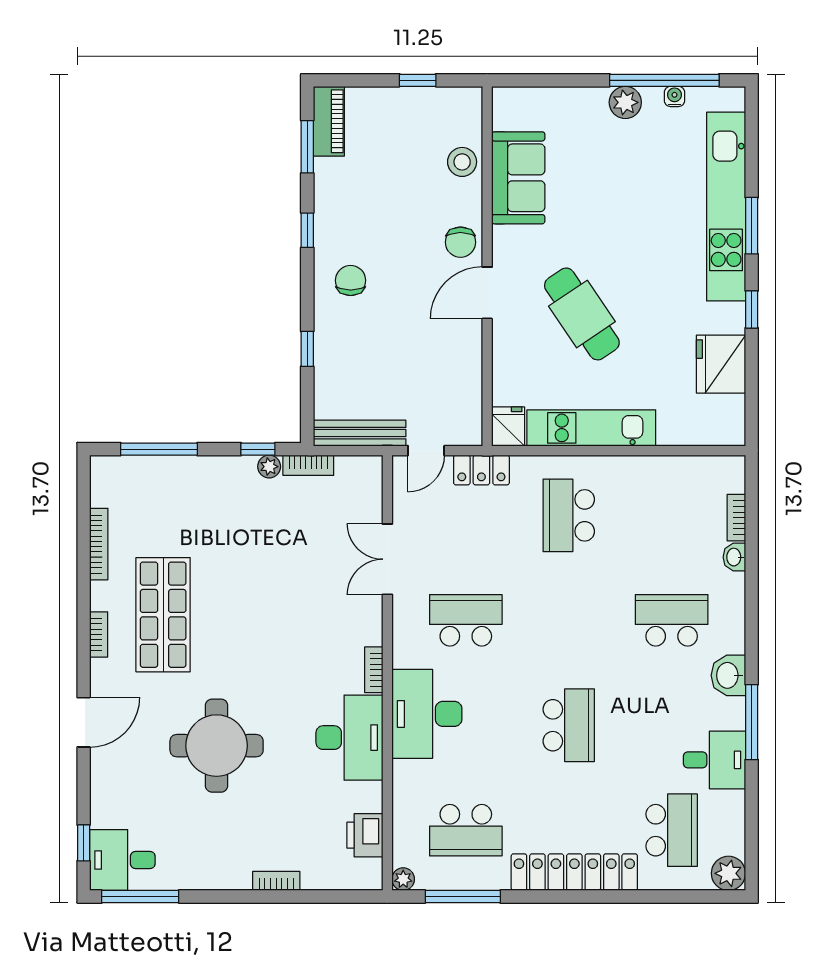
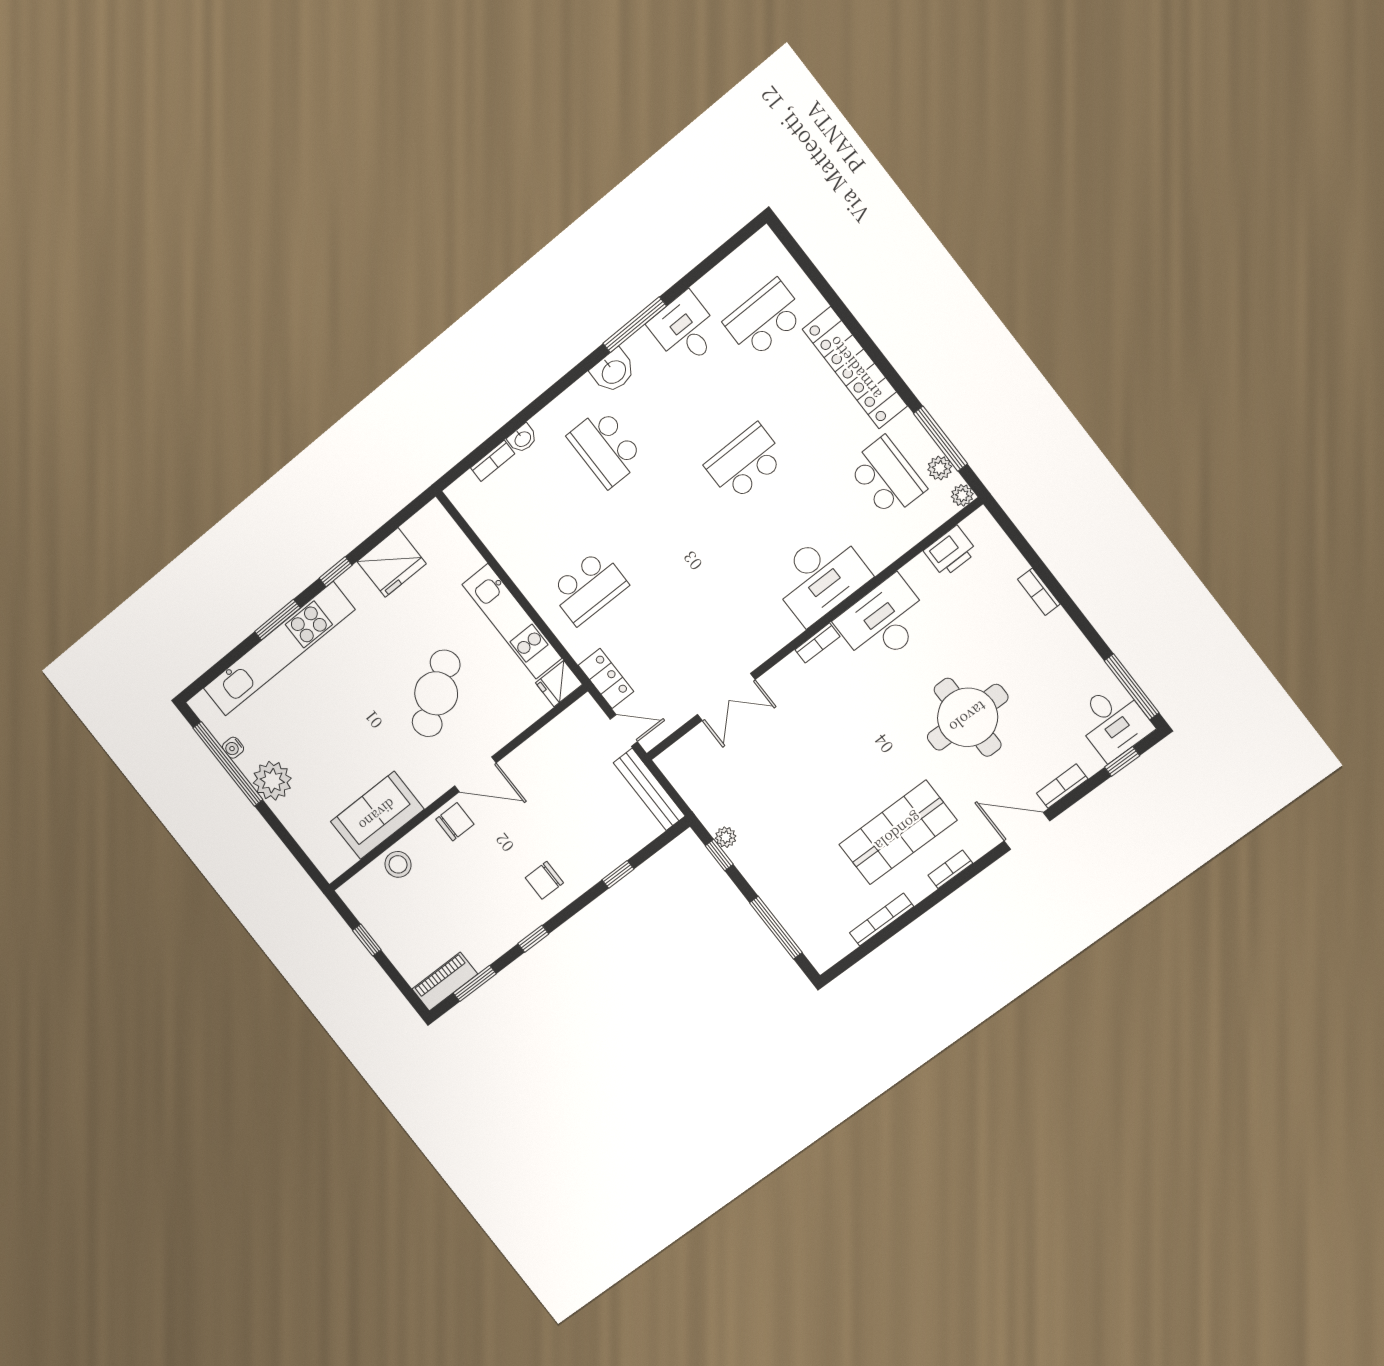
plant: (625, 102) -> (272, 781), width x1.36, depth x1.36
bookcase: (308, 465) -> (1062, 786), moved, turned -90
school desk: (466, 620) -> (726, 603), removed
plant: (728, 873) -> (940, 468), moved, width x0.73, depth x0.73

